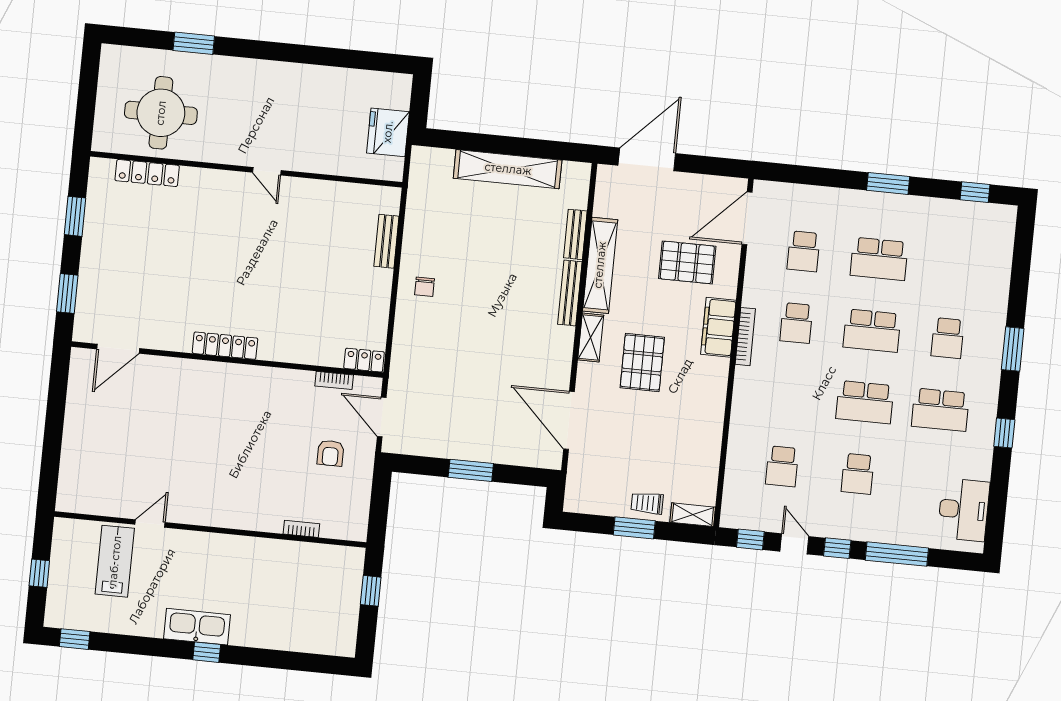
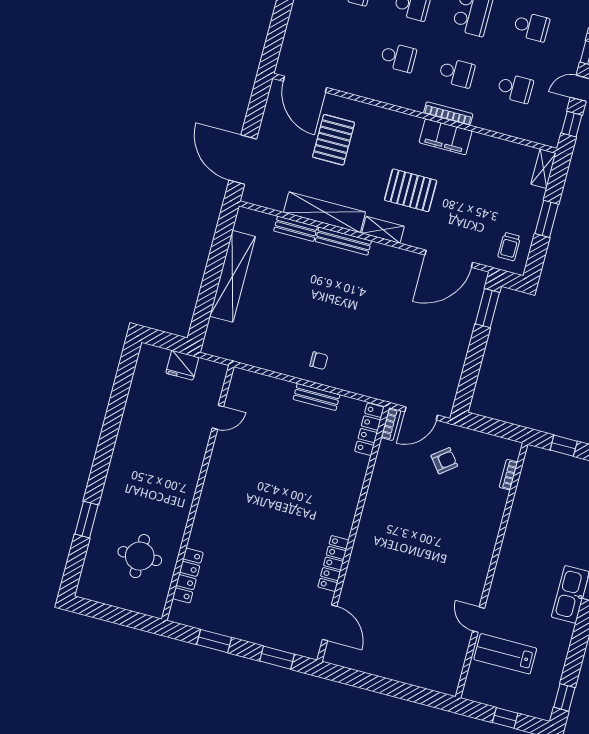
round table: (161, 113) -> (140, 556), width x0.73, depth x0.73
fridge: (388, 132) -> (182, 365), width x0.73, depth x0.75
door: (267, 171) -> (218, 417), moved
bench: (386, 241) -> (317, 397), moved
school desk: (804, 251) -> (457, 73), moved
filing cabinet: (718, 327) -> (446, 137), moved
bookcase: (745, 337) -> (448, 113), moved
locker: (225, 346) -> (333, 563), moved
locker: (364, 360) -> (369, 429), width x1.53
bookcase: (334, 380) -> (391, 424), moved
armchair: (330, 453) -> (444, 461), turned -38
window: (471, 470) -> (487, 308), moved
trolley: (647, 503) -> (509, 247), moved
bookcase: (301, 529) -> (508, 475), moved

